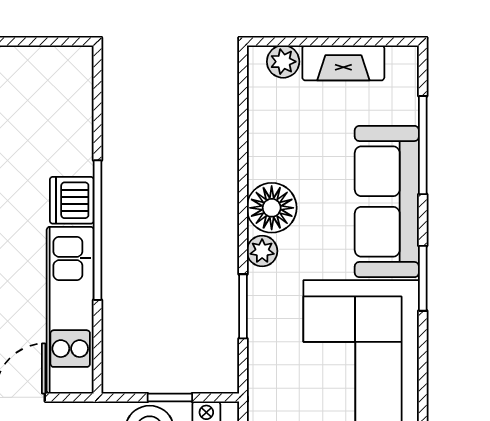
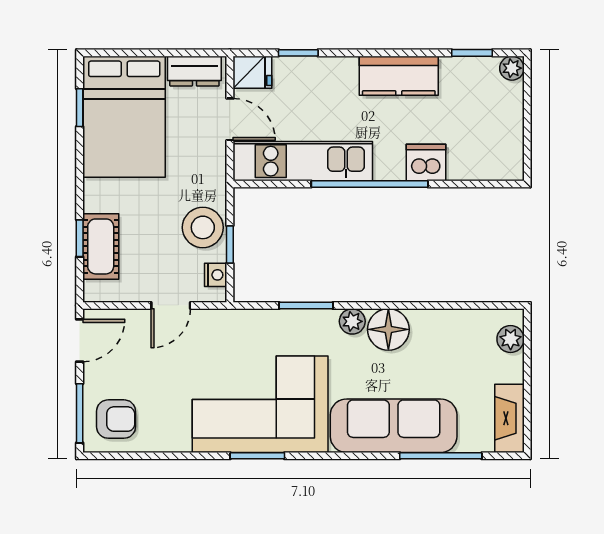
fireplace: (343, 63) -> (509, 418), moved
dishwasher: (72, 200) -> (426, 162), moved
window: (423, 278) -> (257, 456), moved

